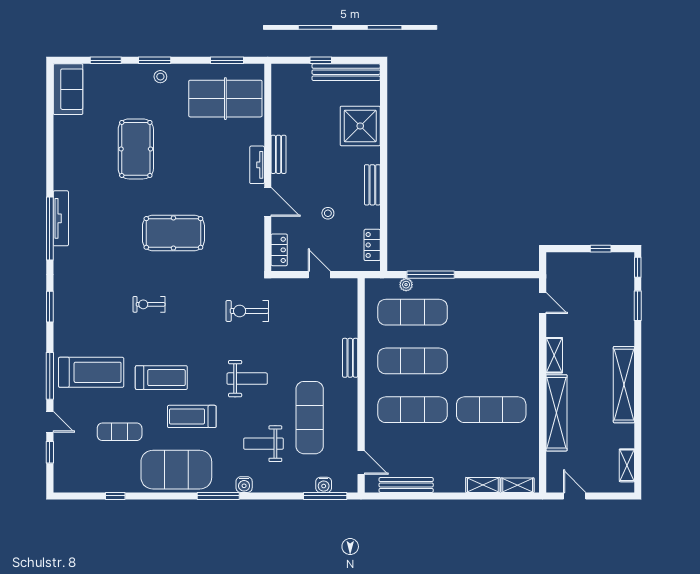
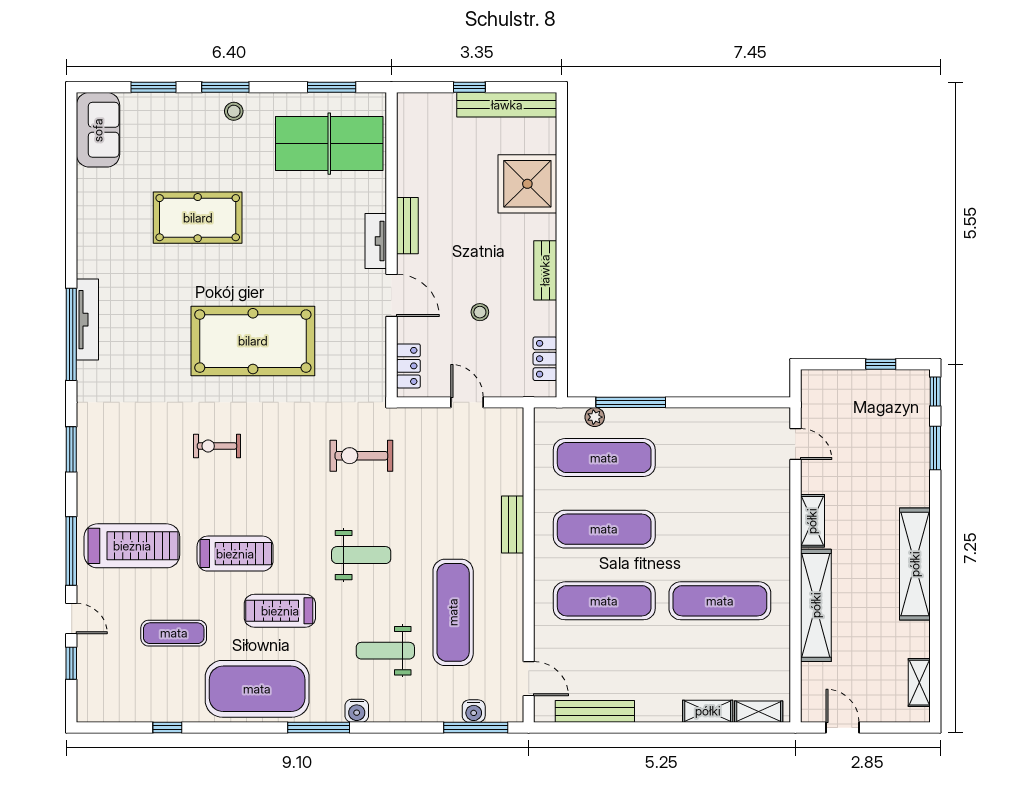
pool table: (136, 149) -> (198, 218), turned 90
pool table: (173, 233) -> (253, 341), width x1.36, depth x1.32

